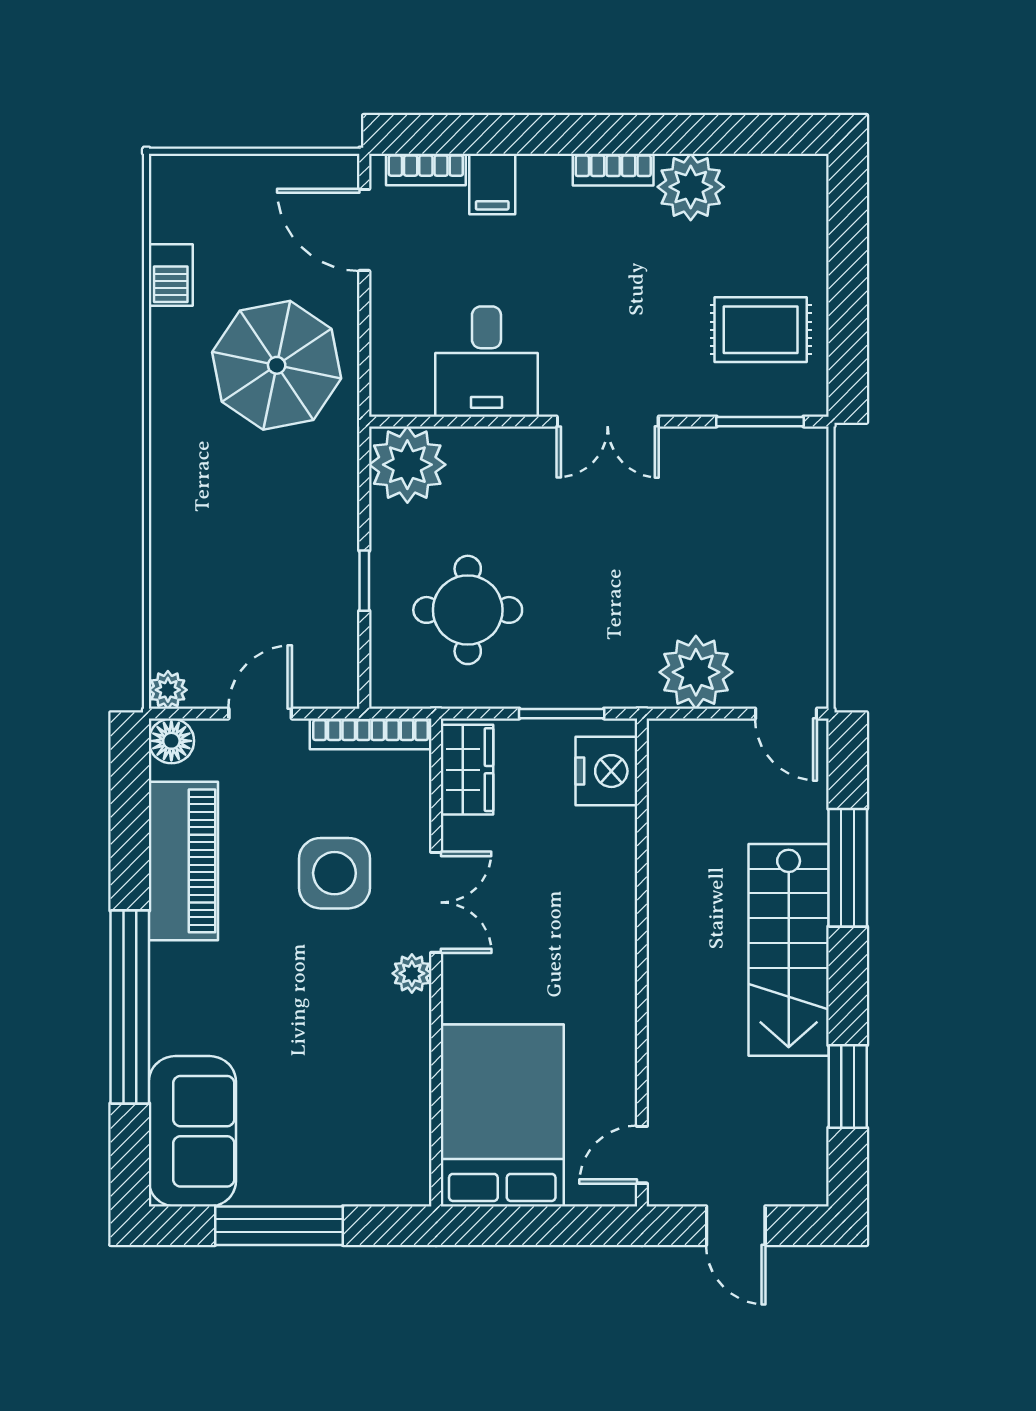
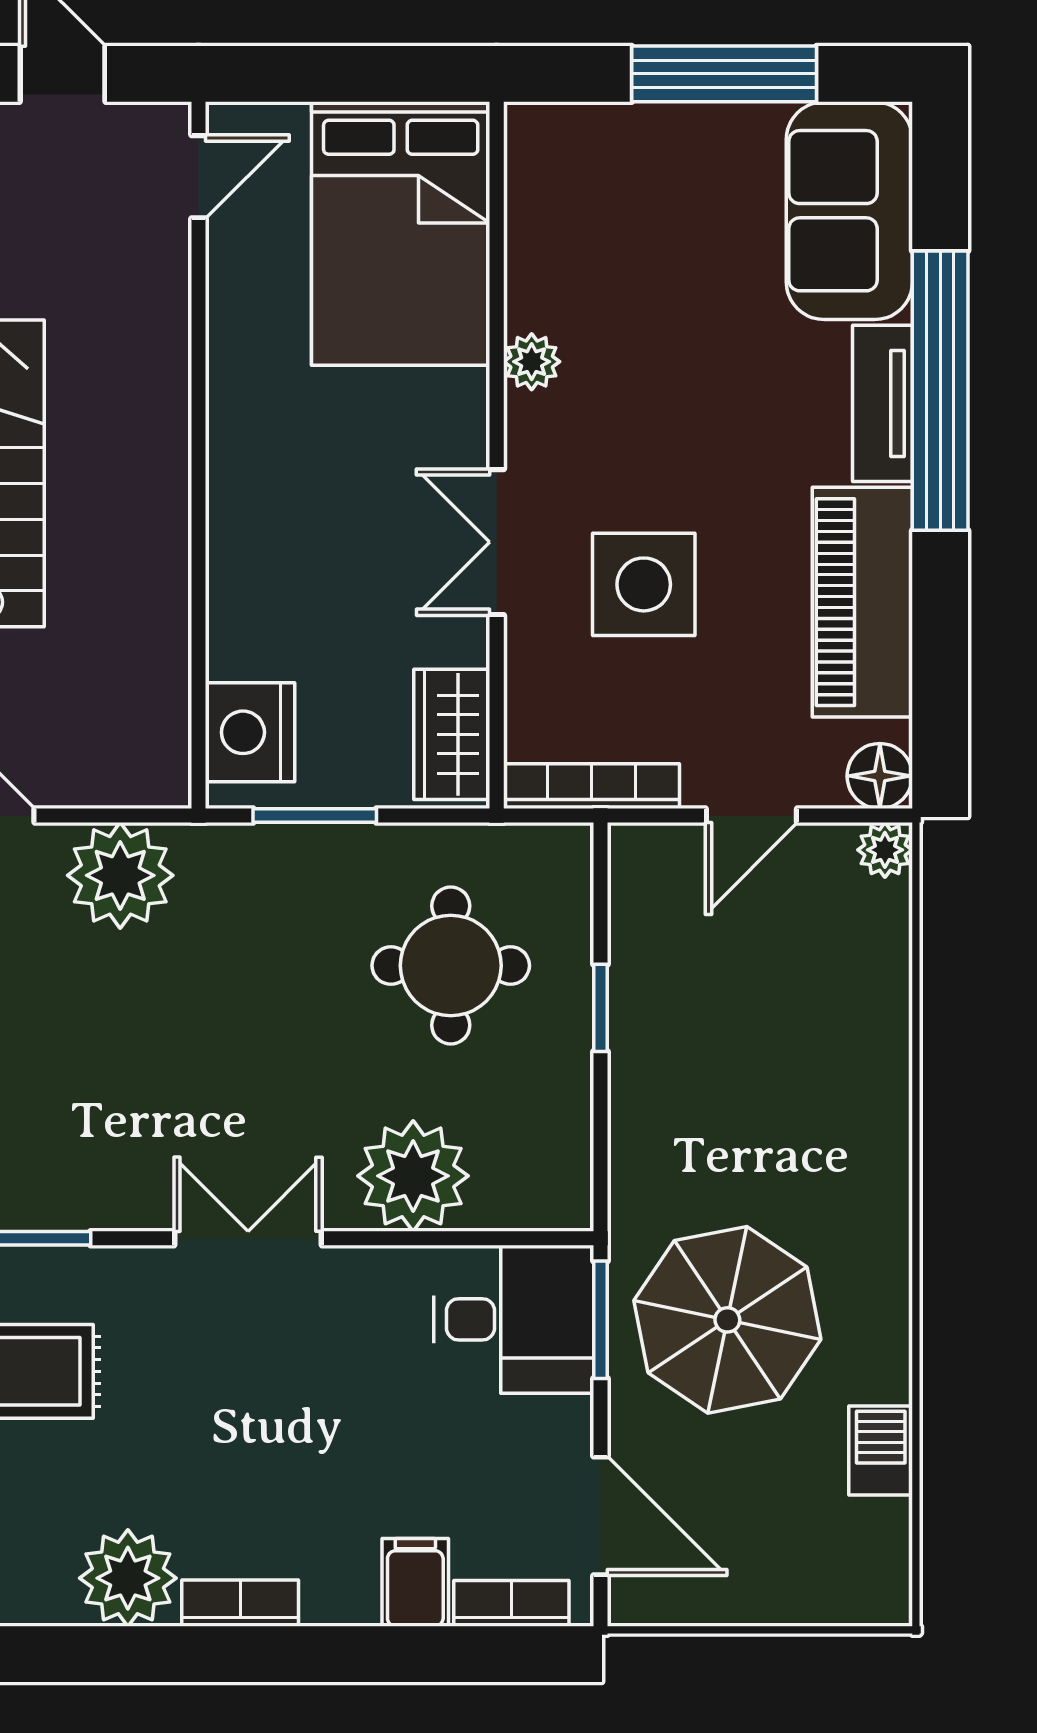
desk: (486, 362) -> (514, 1319), moved, turned 90
window: (364, 365) -> (601, 1320), added
plant: (407, 465) -> (413, 1176), moved
plant: (412, 973) -> (532, 362), moved
tv unit: (170, 998) -> (883, 403), added

